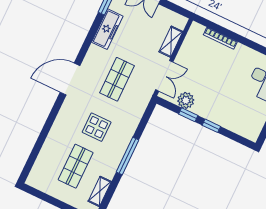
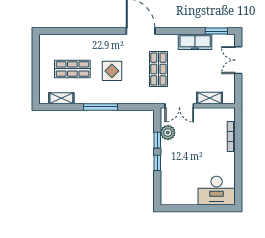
shop shelf: (117, 79) -> (158, 69), turned 90

